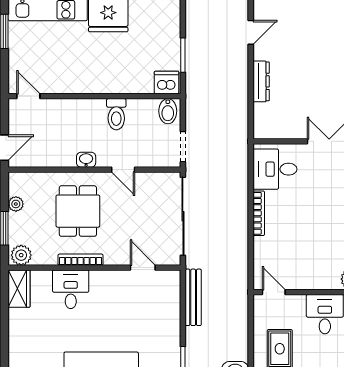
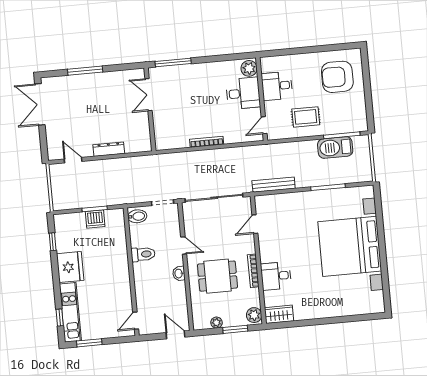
dishwasher: (167, 83) -> (95, 219), moved, turned -90
desk: (275, 169) -> (243, 93), moved, turned -90
door: (123, 170) -> (184, 245), hinge flipped

